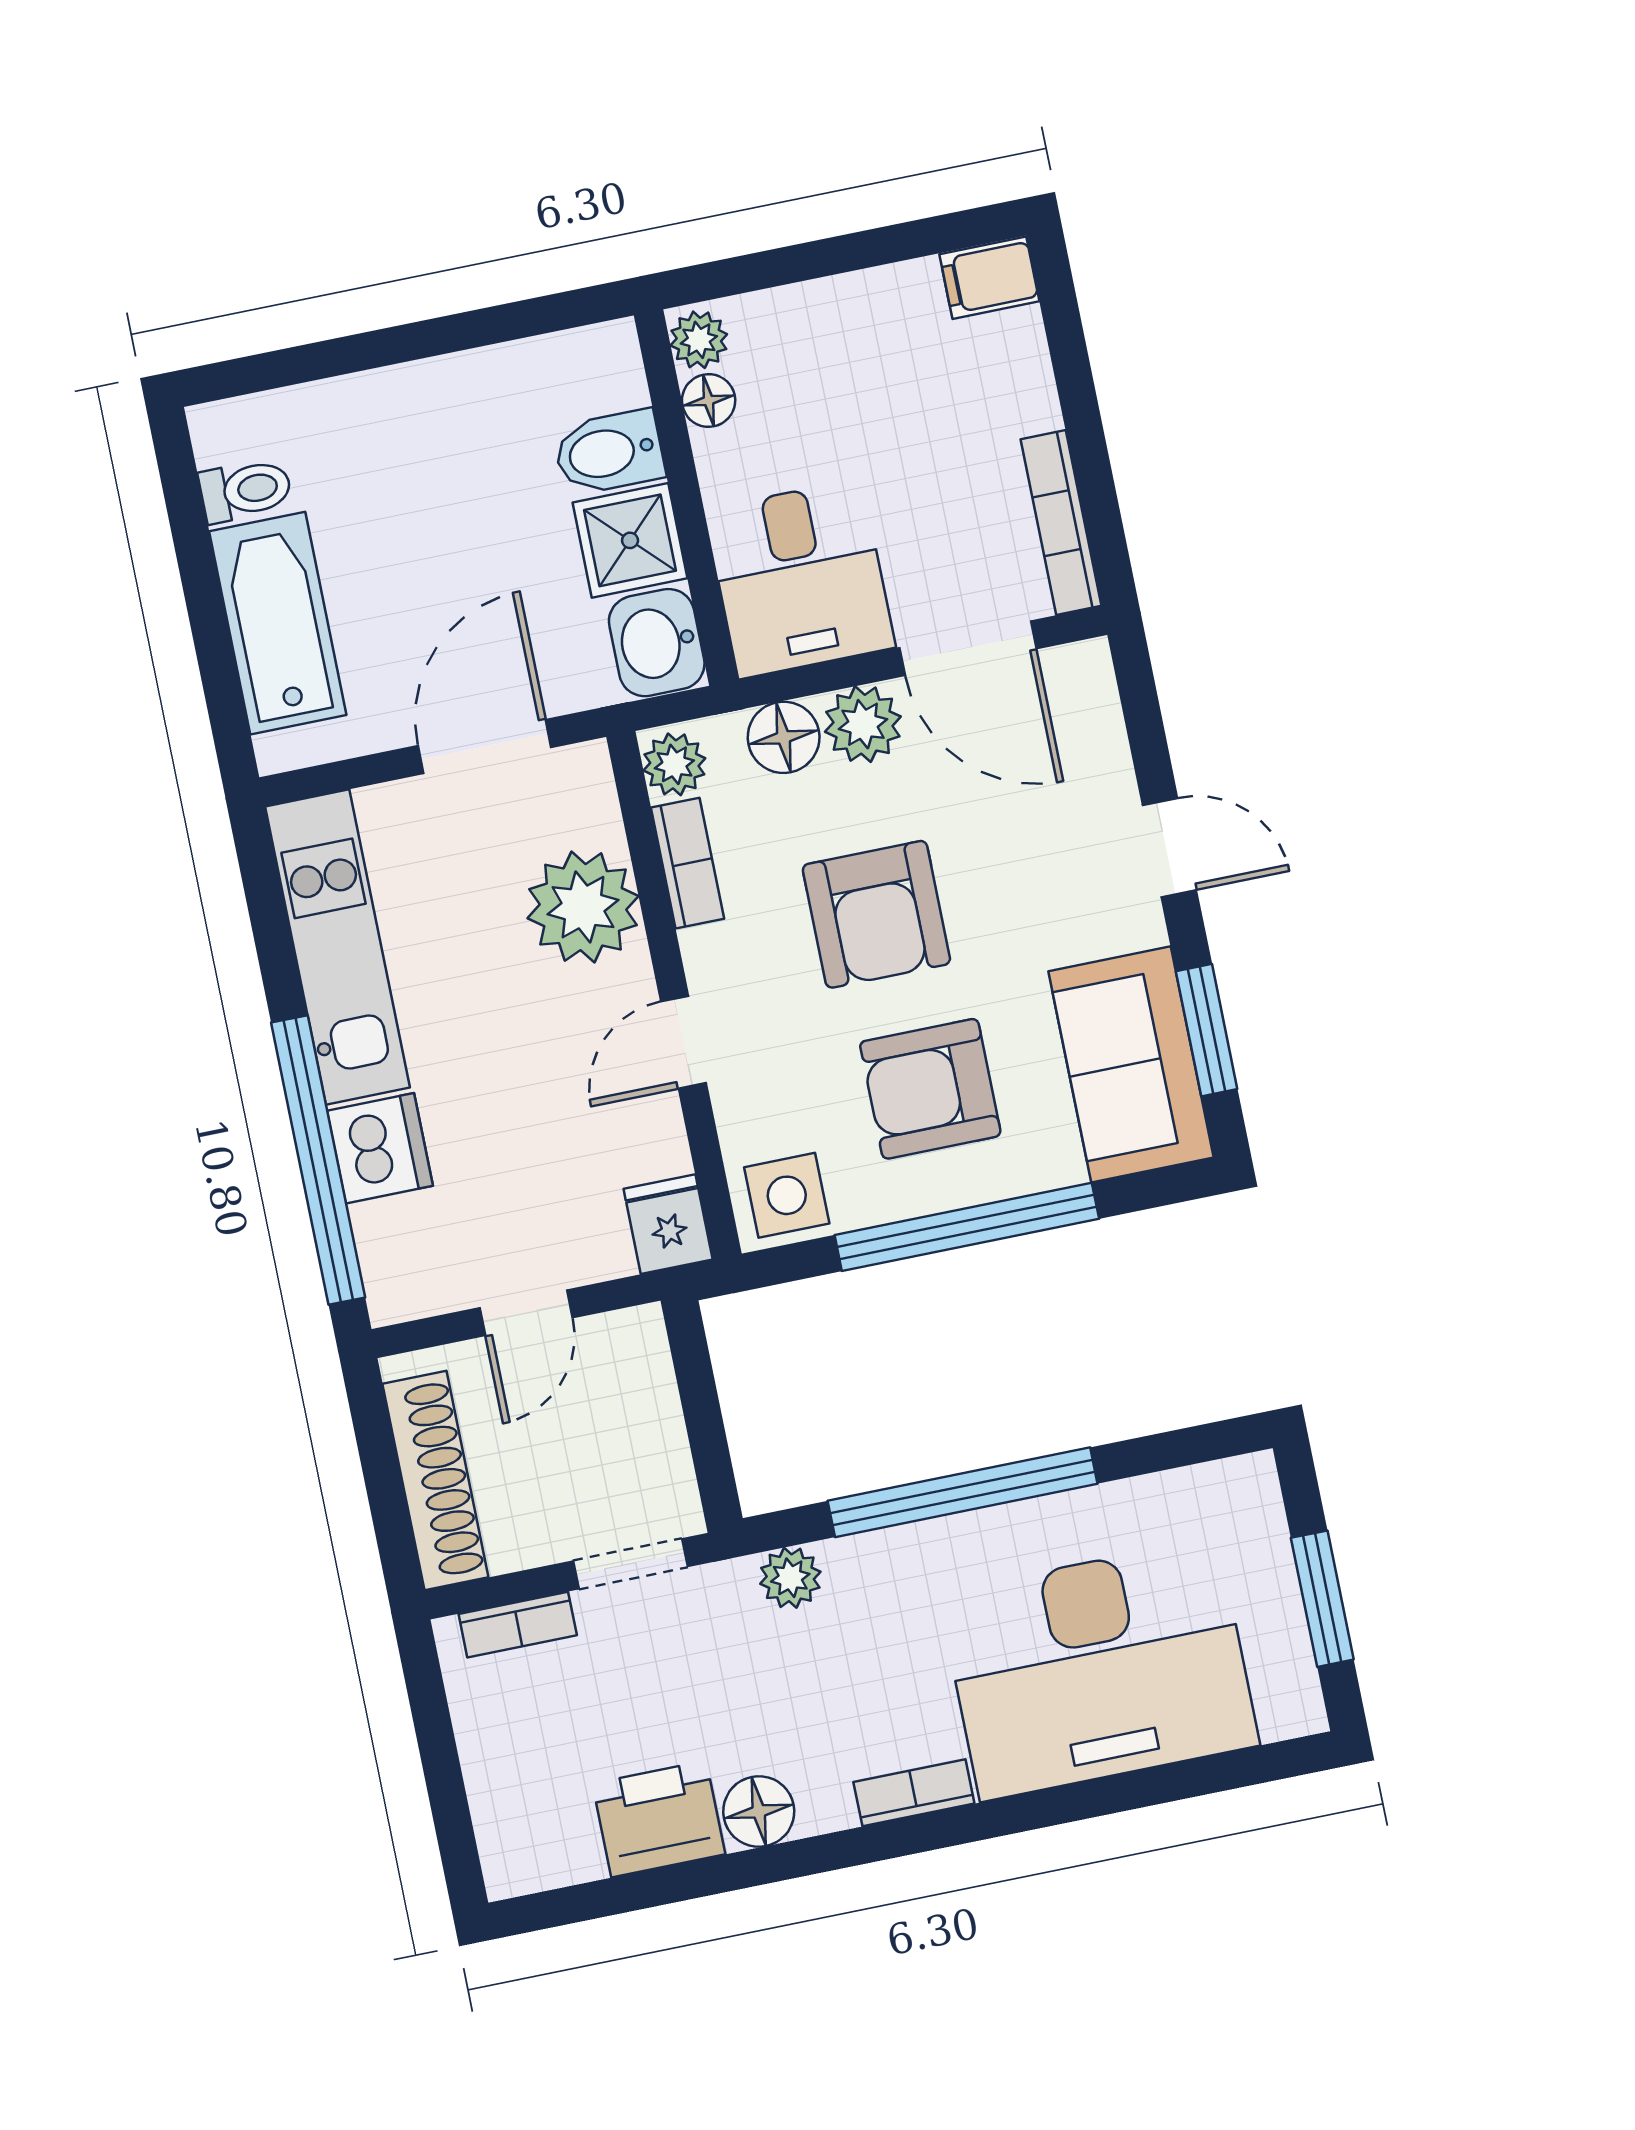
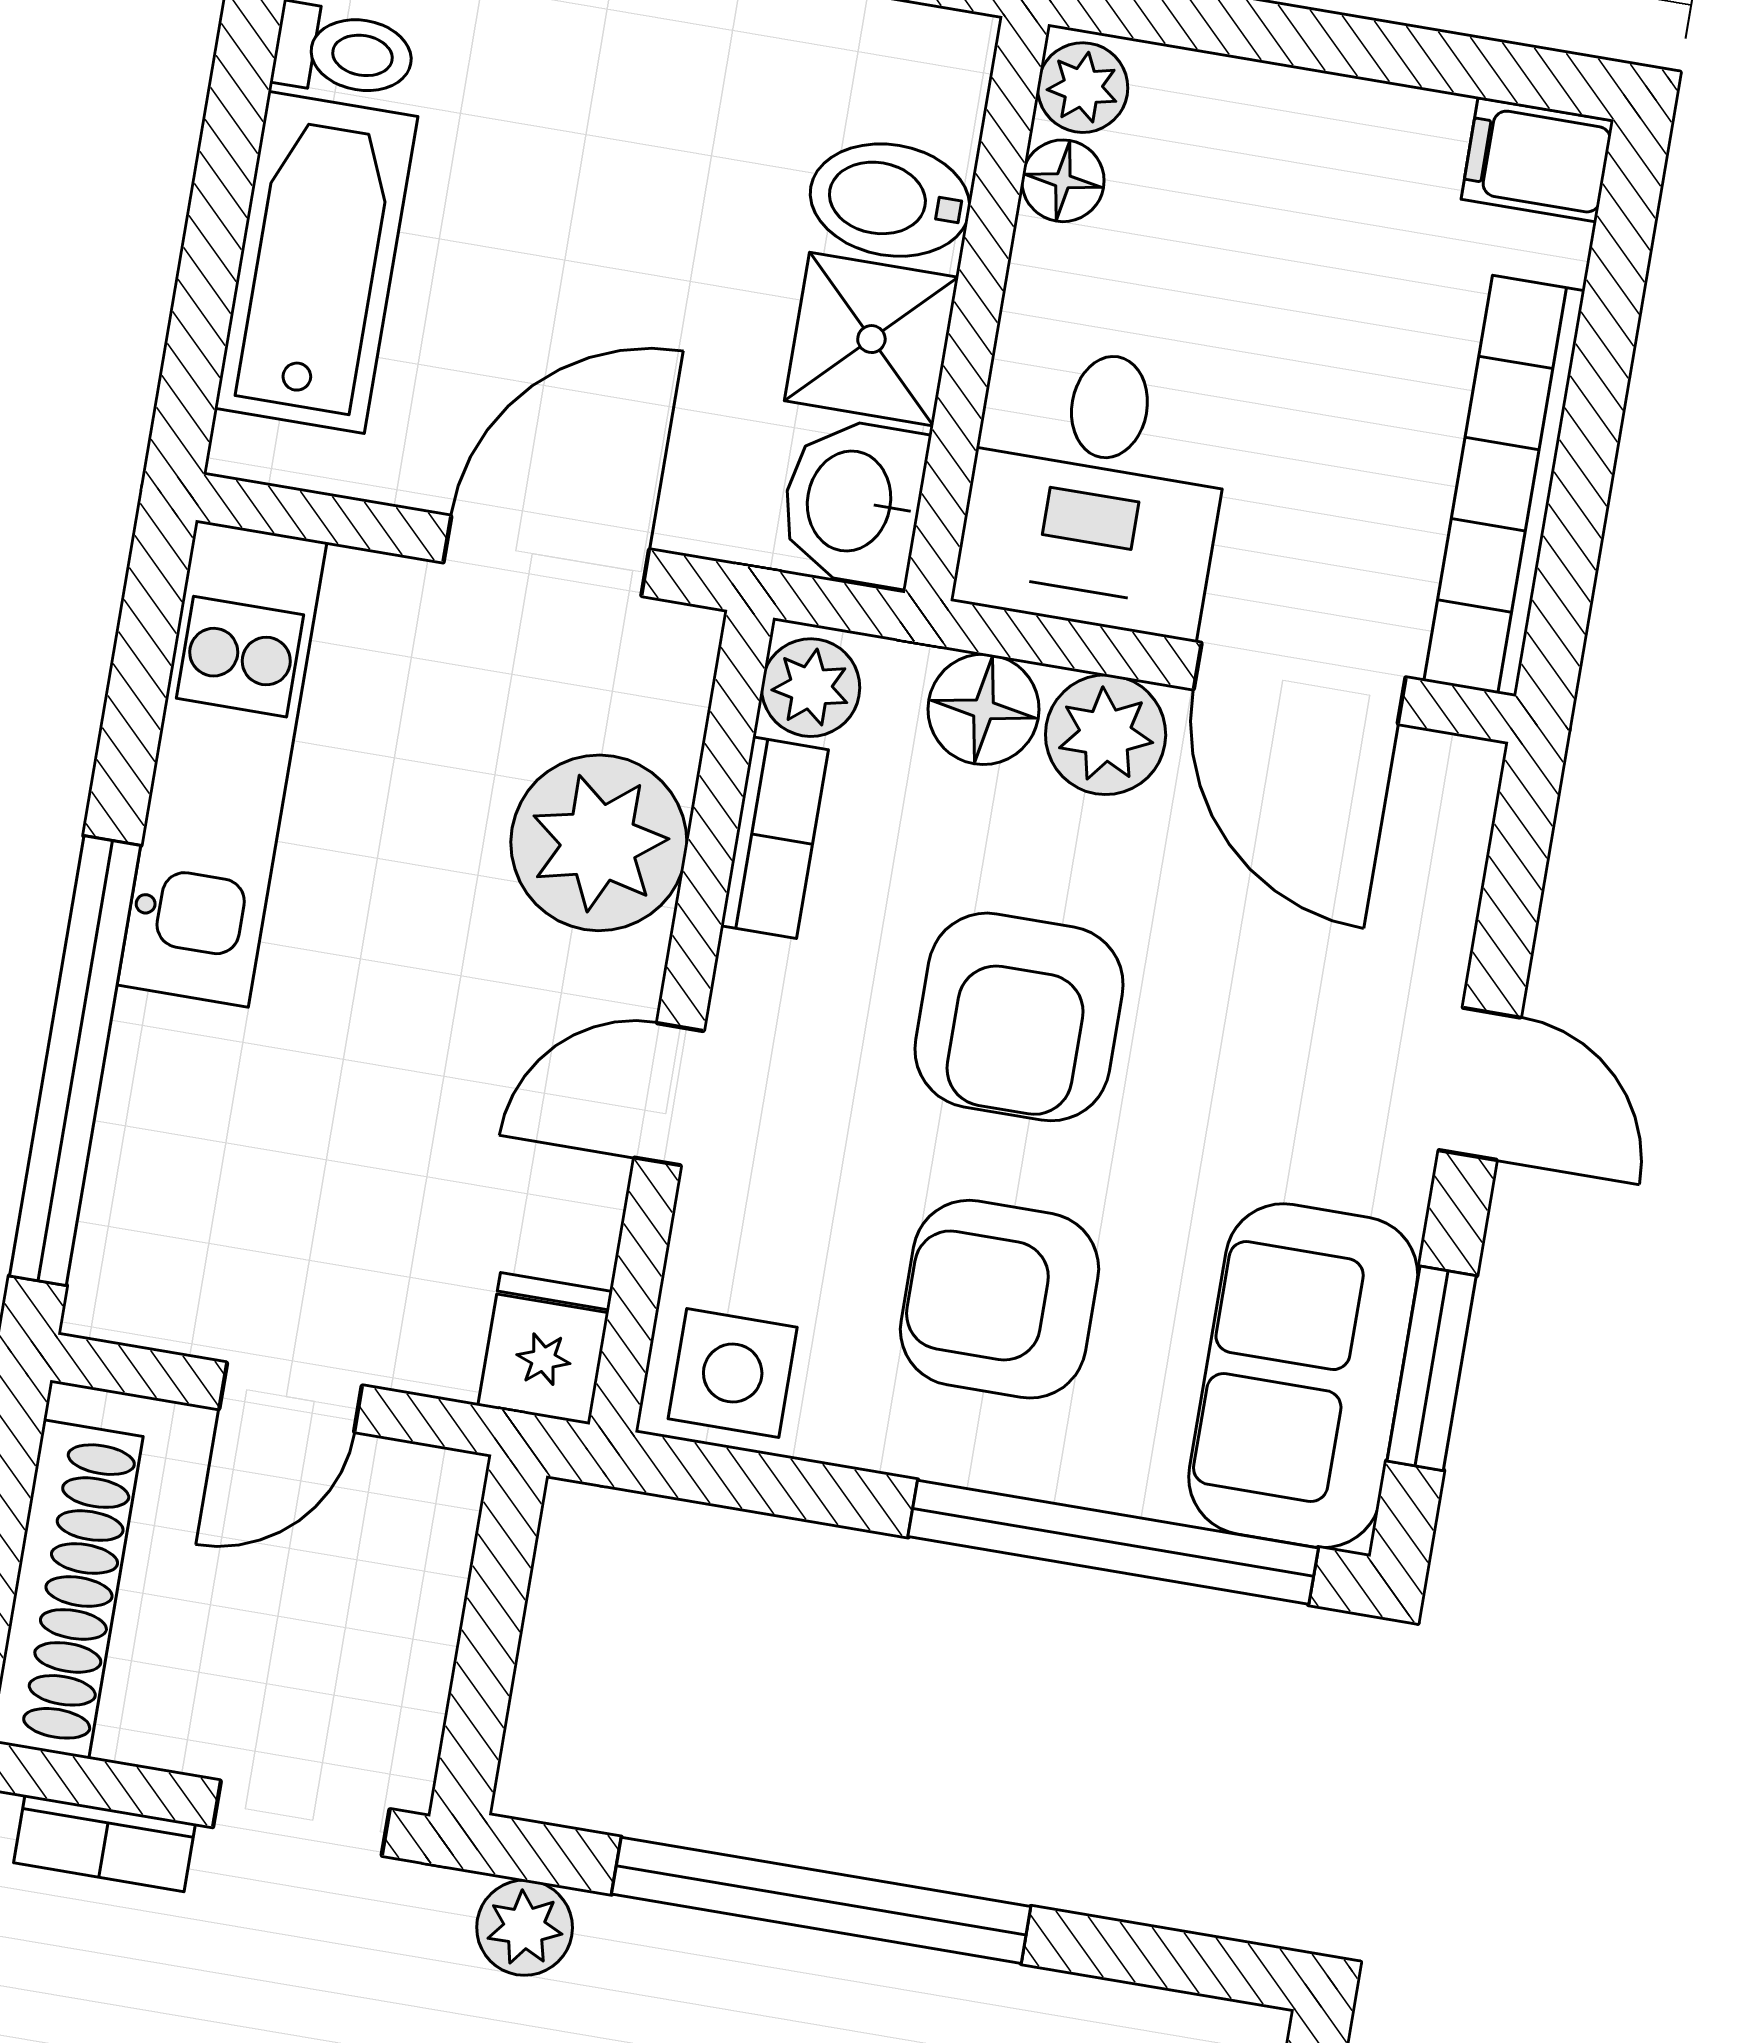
bookcase: (1061, 522) -> (1504, 486), width x1.48, depth x1.31
dishwasher: (380, 1148) -> (171, 1078), removed
window: (967, 1227) -> (1113, 1542), moved

